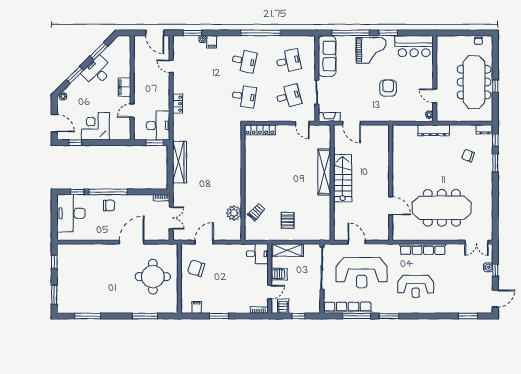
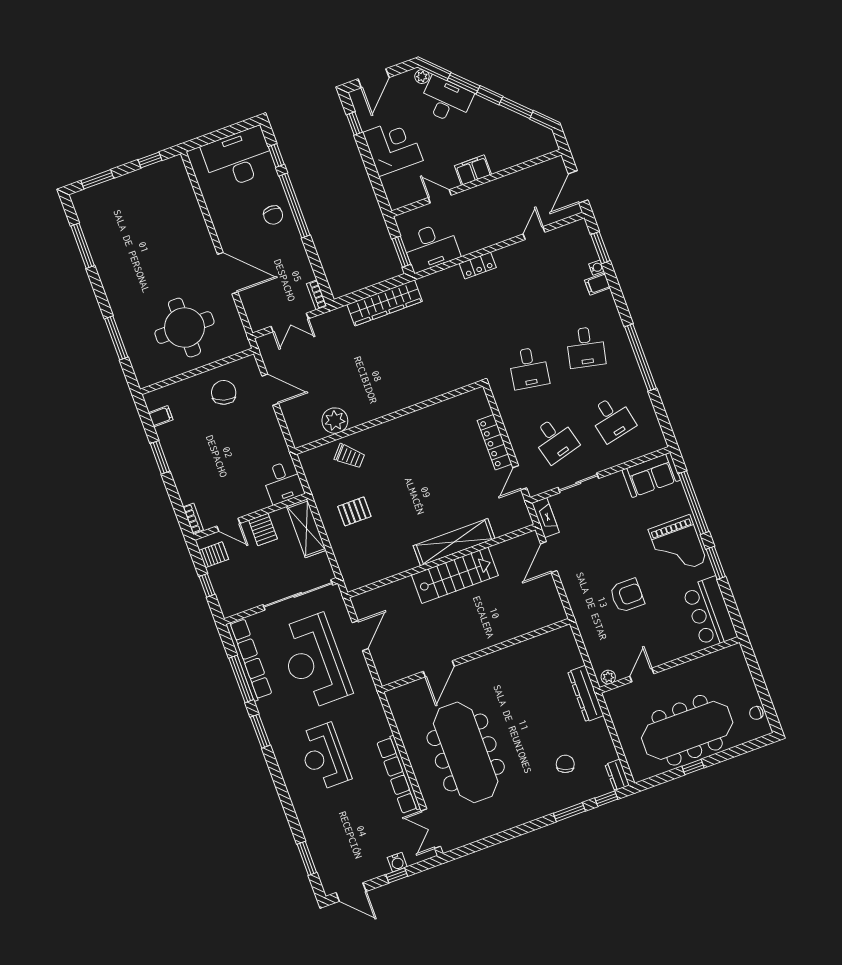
sofa: (327, 56) -> (651, 475), width x0.73
desk: (97, 71) -> (446, 100), moved
locker: (260, 130) -> (495, 442), moved
row of seats: (423, 249) -> (398, 775), moved

